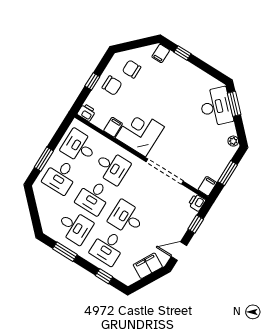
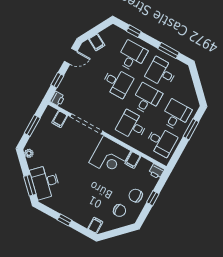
window: (183, 53) -> (65, 220), moved
filing cabinet: (207, 186) -> (60, 119), moved
filing cabinet: (148, 266) -> (97, 42), width x0.50

